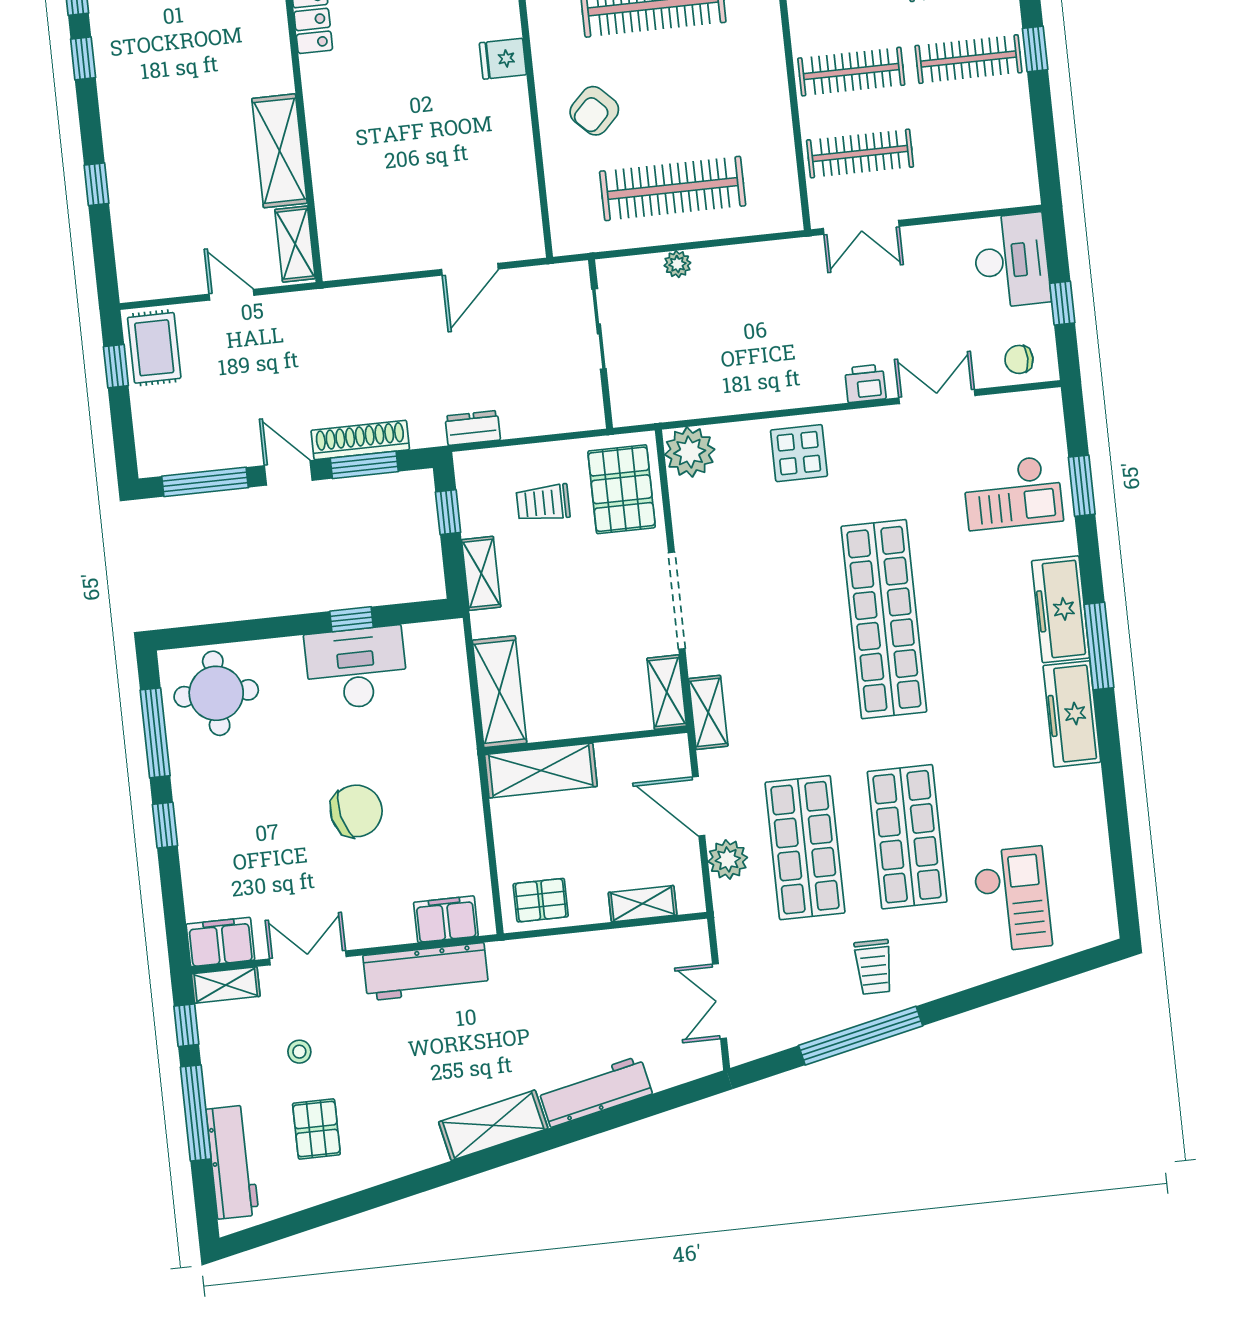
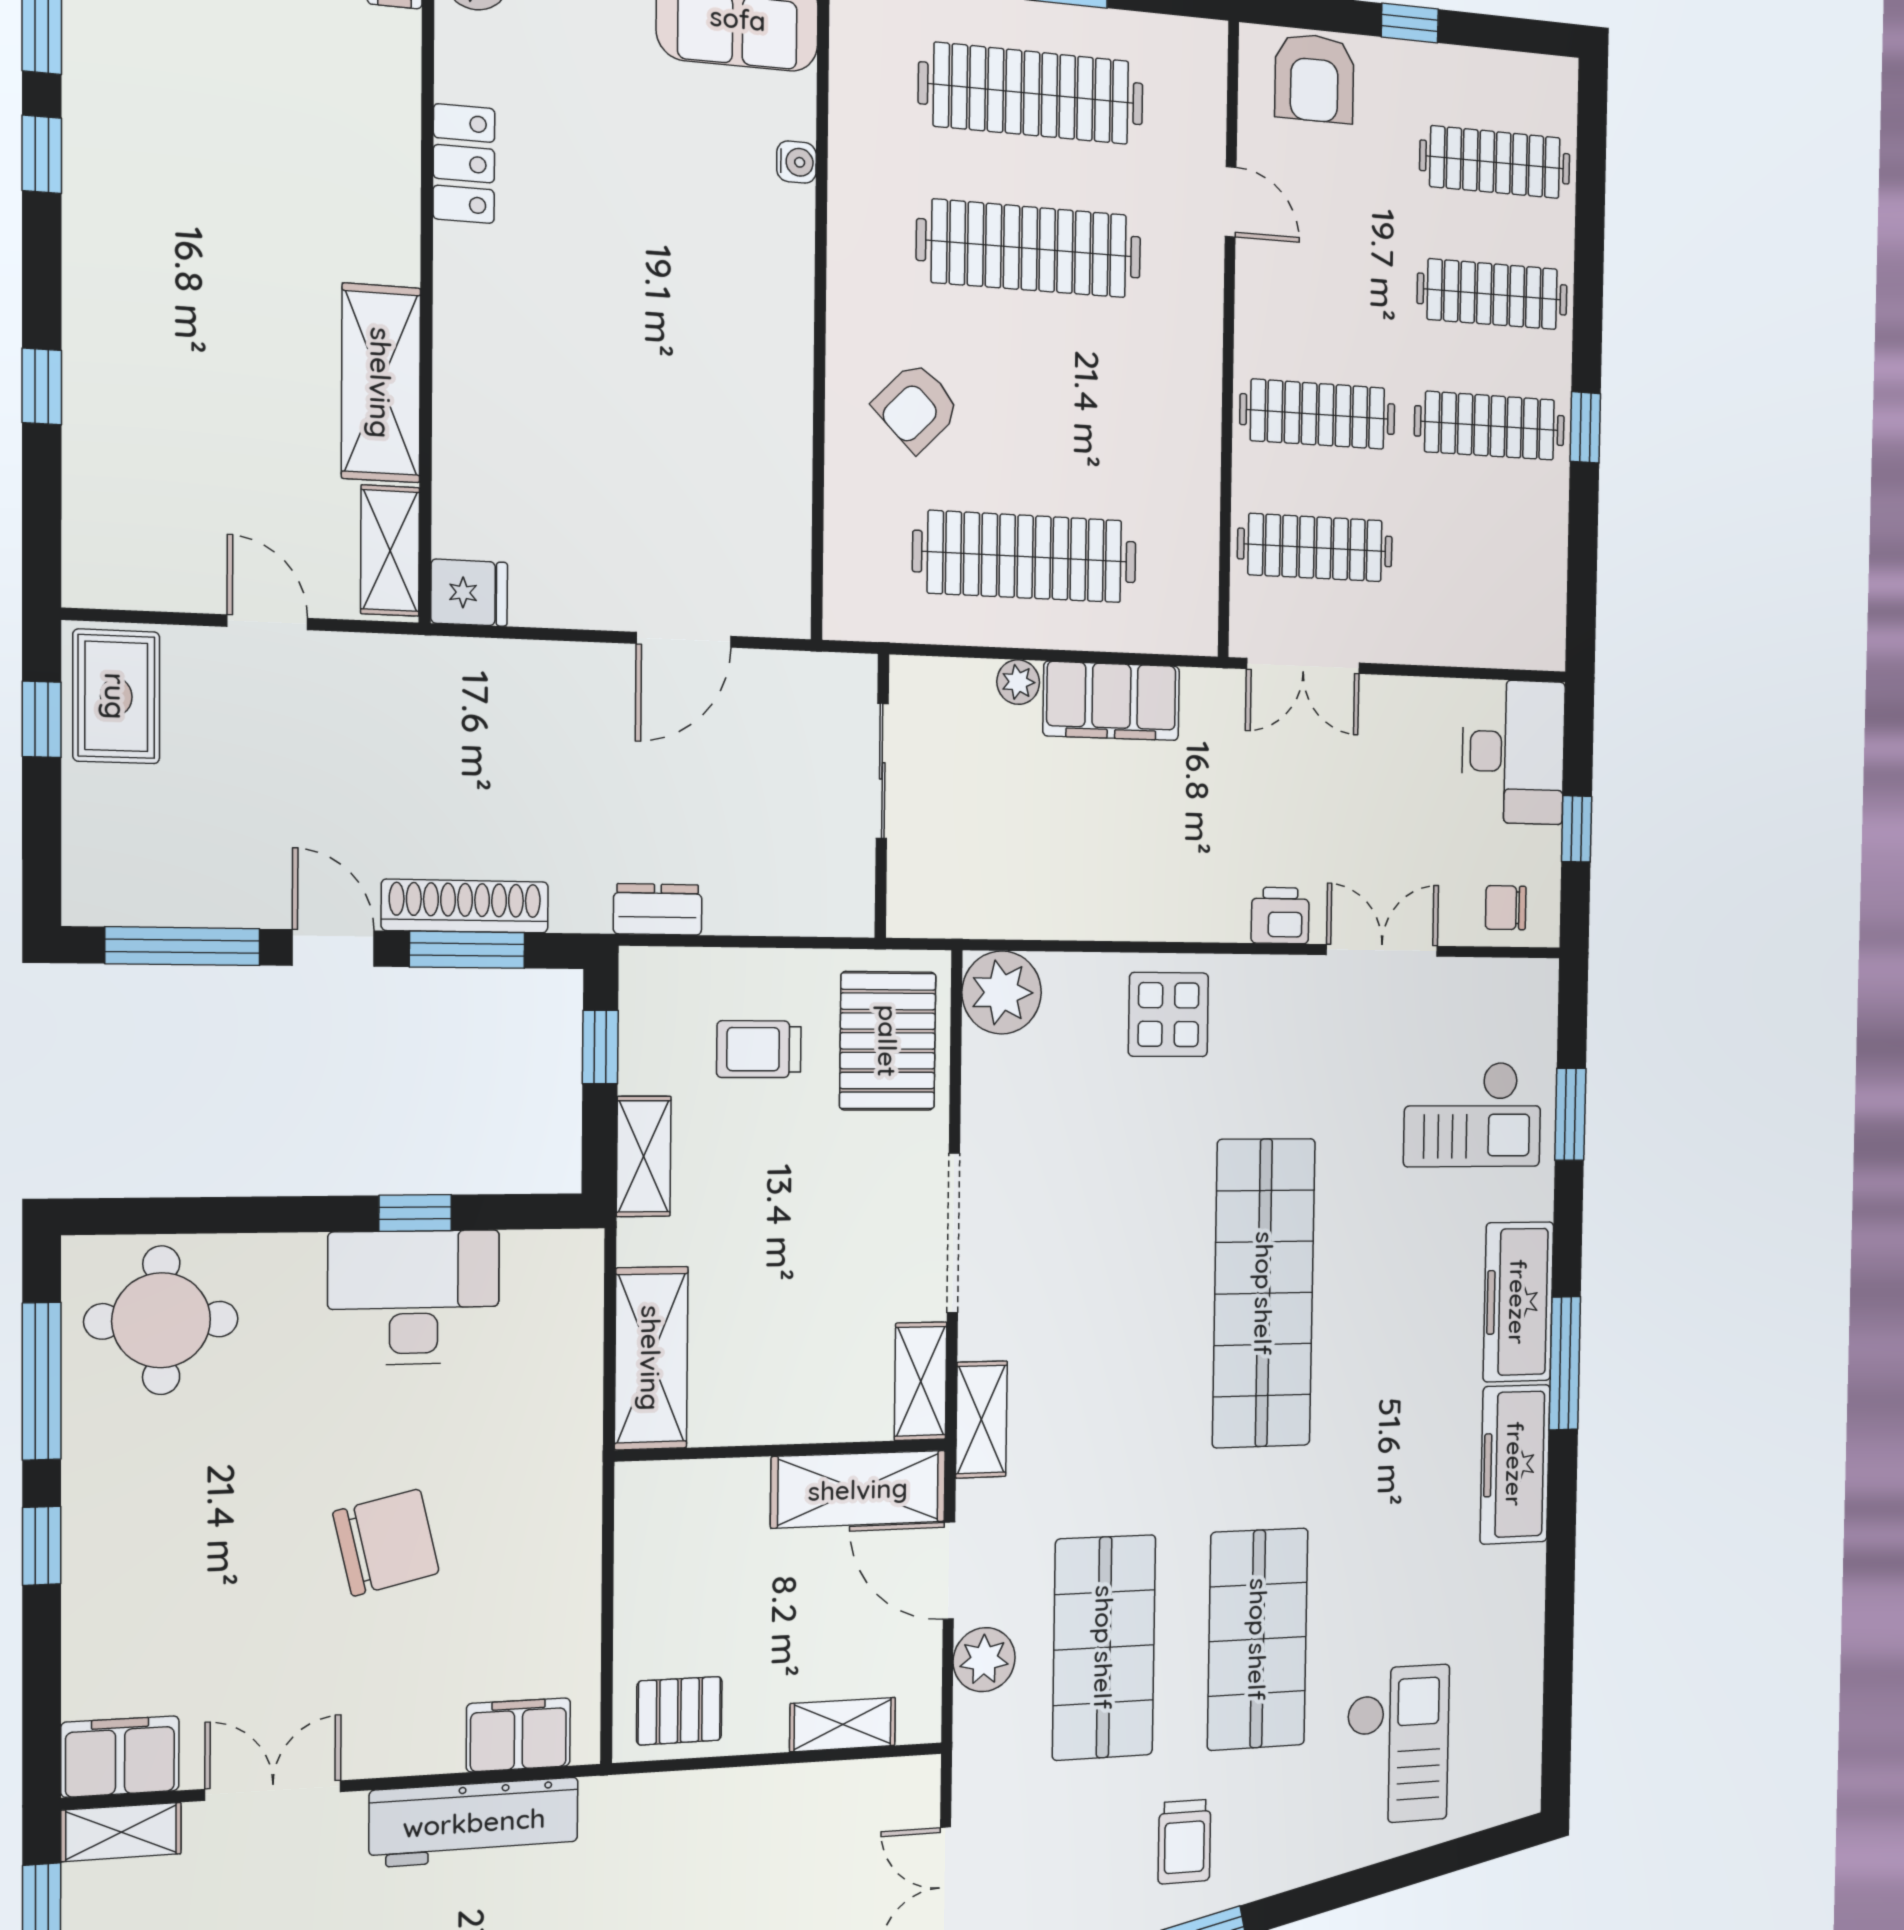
fridge: (503, 59) -> (469, 593), moved, turned 180
filing cabinet: (738, 267) -> (1111, 701), added
shelving: (541, 771) -> (858, 1489), moved

